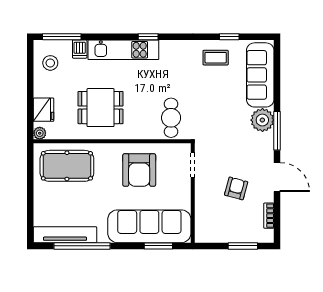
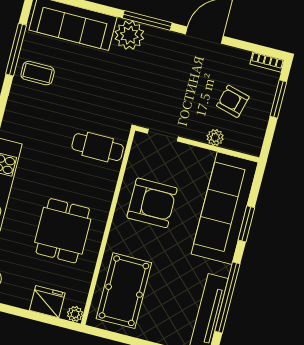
window: (229, 37) -> (16, 50), width x2.17
coffee table: (216, 58) -> (38, 73), turned 90
armchair: (236, 188) -> (233, 101), moved
plant: (201, 205) -> (215, 137), added
bookcase: (269, 216) -> (267, 62), moved
window: (158, 246) -> (246, 224), moved

